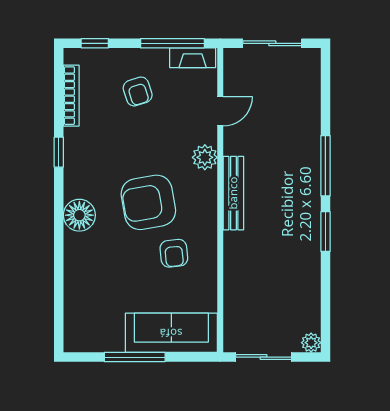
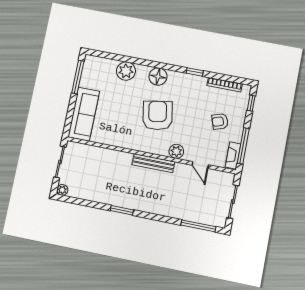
window: (325, 166) -> (198, 226), moved
armchair: (174, 253) -> (127, 124), removed
plant: (80, 274) -> (126, 71), added
window: (135, 357) -> (78, 77), moved

